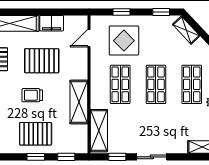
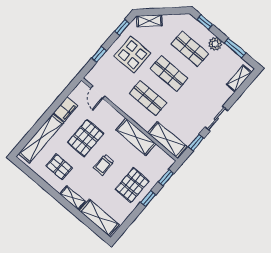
display table: (124, 41) -> (132, 55), moved

